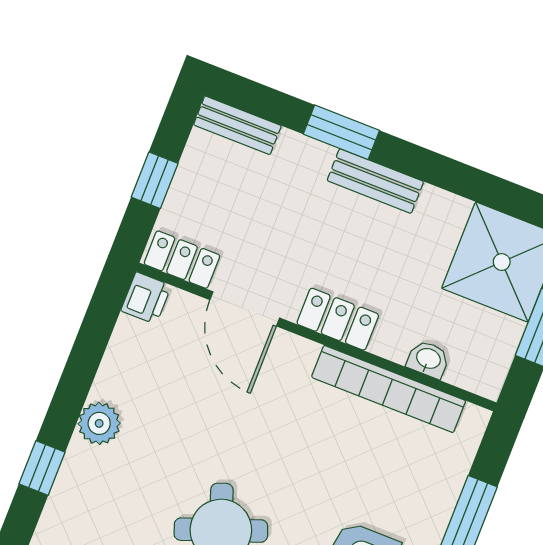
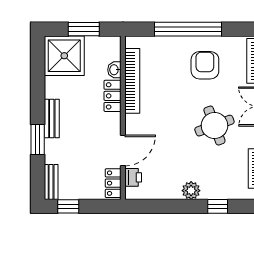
window: (155, 180) -> (68, 206), moved
printer: (146, 298) -> (133, 177), moved, turned 90
locker: (338, 319) -> (112, 96), moved

